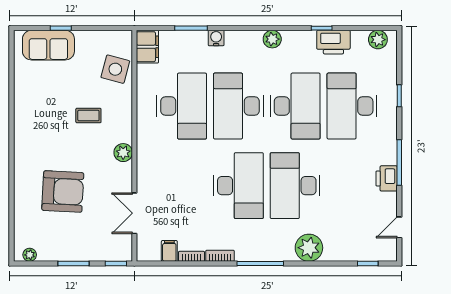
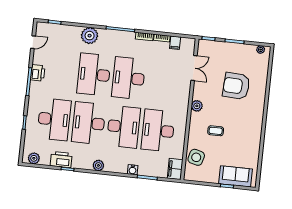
desk: (295, 186) -> (94, 74), turned 180

